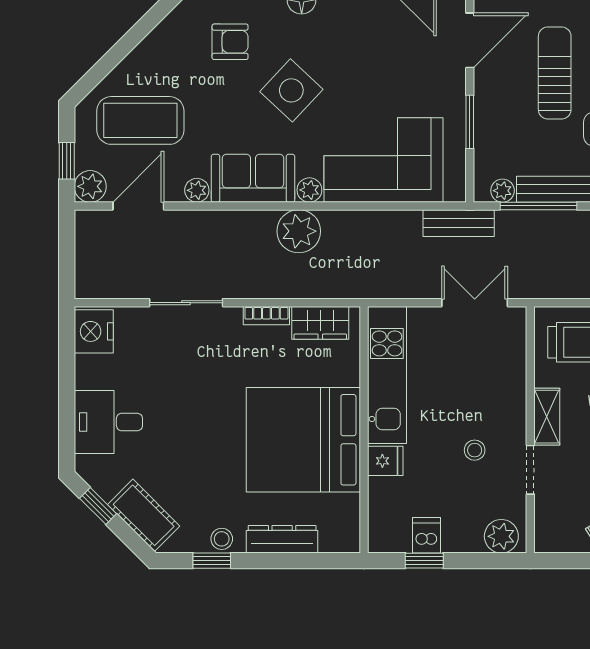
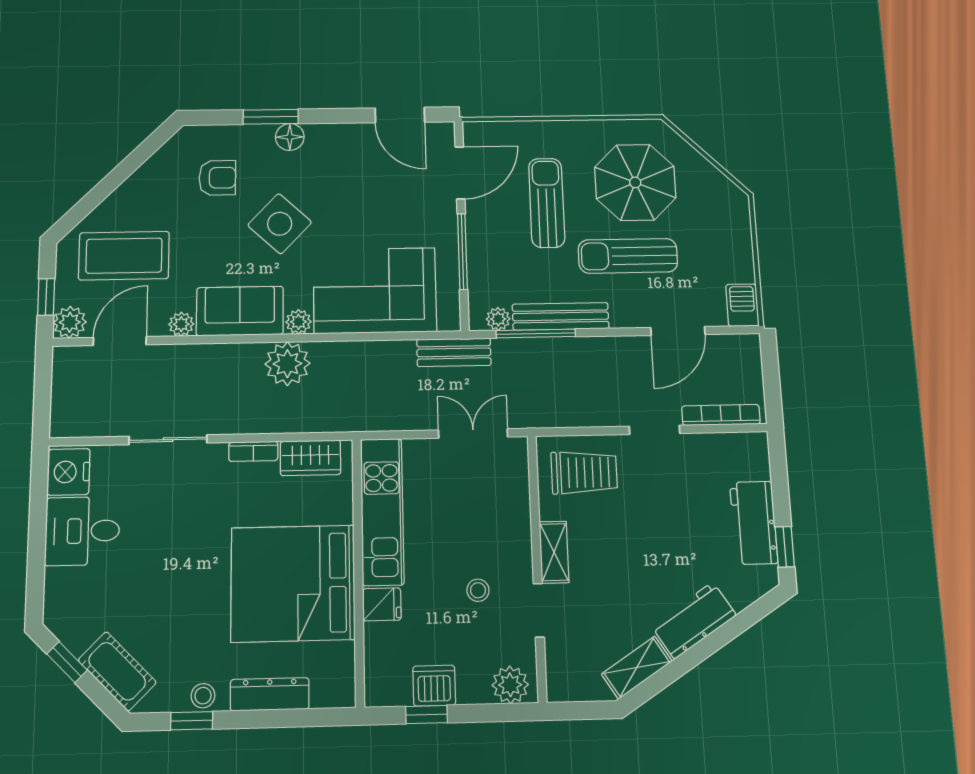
window: (470, 122) -> (462, 251), width x1.44
desk: (108, 422) -> (82, 531), moved
dishwasher: (427, 535) -> (434, 686), width x1.38

